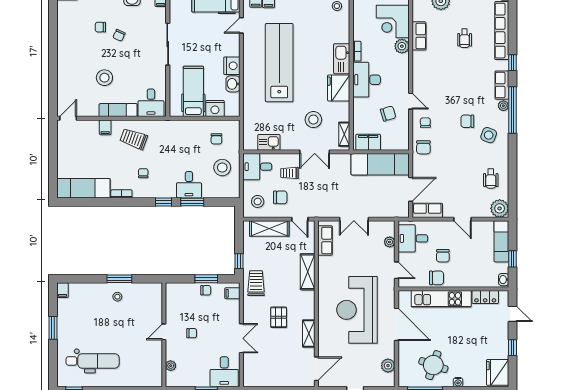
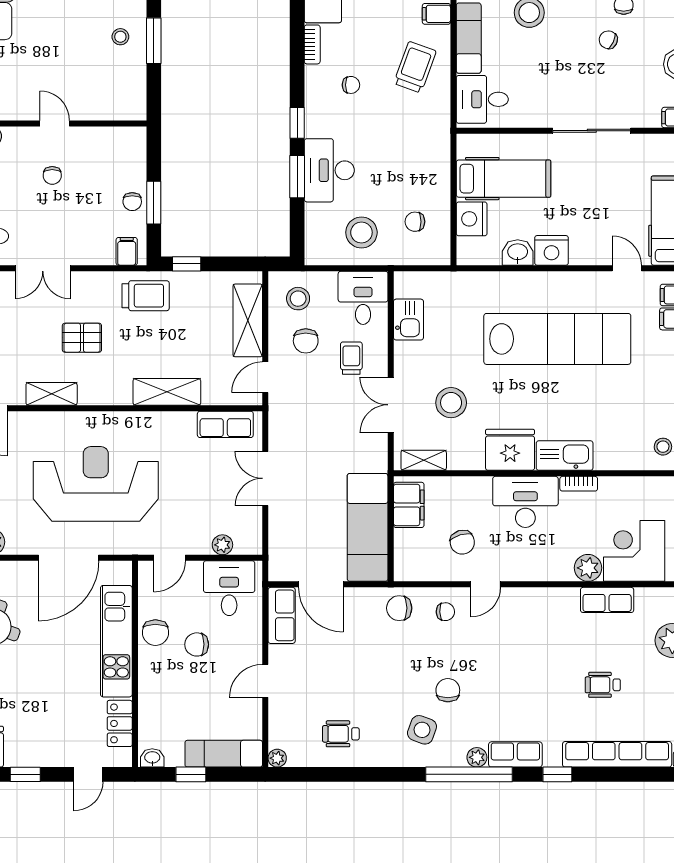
desk: (189, 185) -> (329, 170), width x1.37
plant: (500, 208) -> (277, 758), width x0.53, depth x0.53

